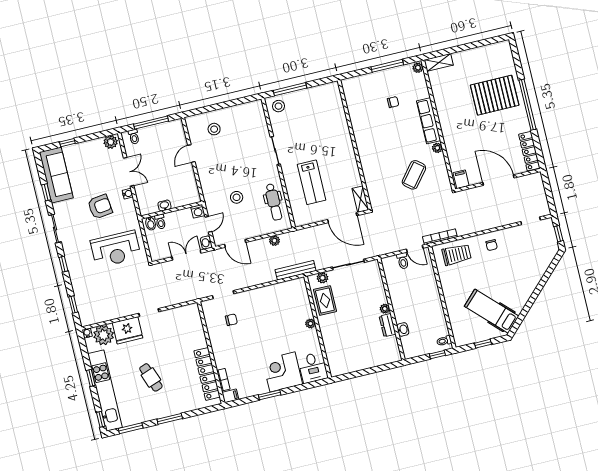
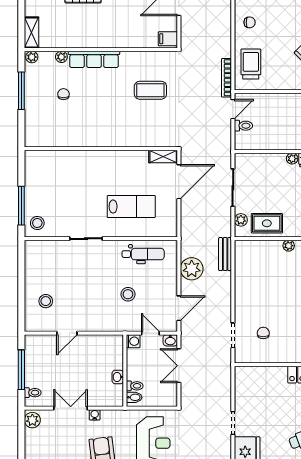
plant: (437, 148) -> (61, 57), moved
door: (191, 154) -> (67, 333), hinge flipped
coffee table: (414, 175) -> (150, 90), turned -39
plant: (274, 241) -> (192, 269), width x1.87, depth x1.87
bench: (296, 270) -> (225, 254), width x0.73

